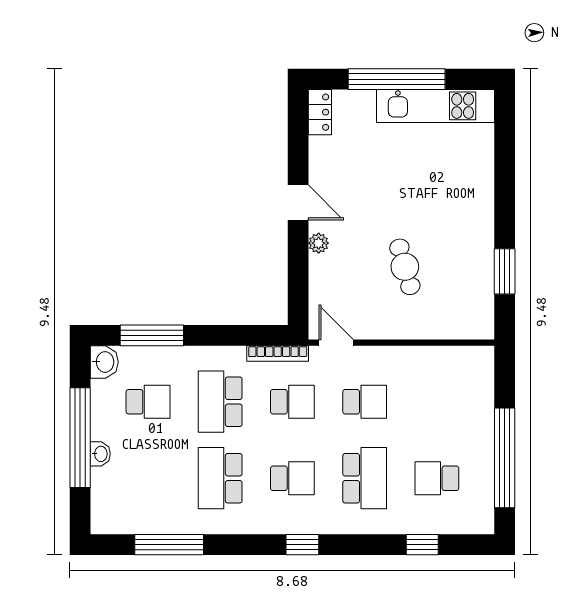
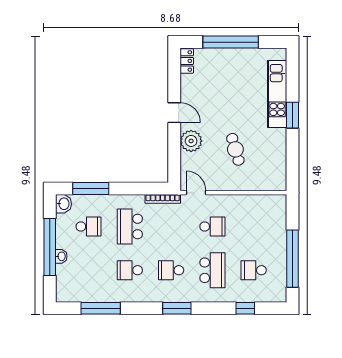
kitchen unit: (436, 106) -> (277, 94), moved, turned 90
plant: (319, 243) -> (191, 141), width x1.88, depth x1.88
window: (505, 271) -> (292, 115), moved
school desk: (292, 402) -> (171, 227), removed
school desk: (220, 478) -> (130, 270), width x0.54
school desk: (292, 478) -> (171, 270), turned 180
window: (302, 545) -> (177, 308), width x1.50

